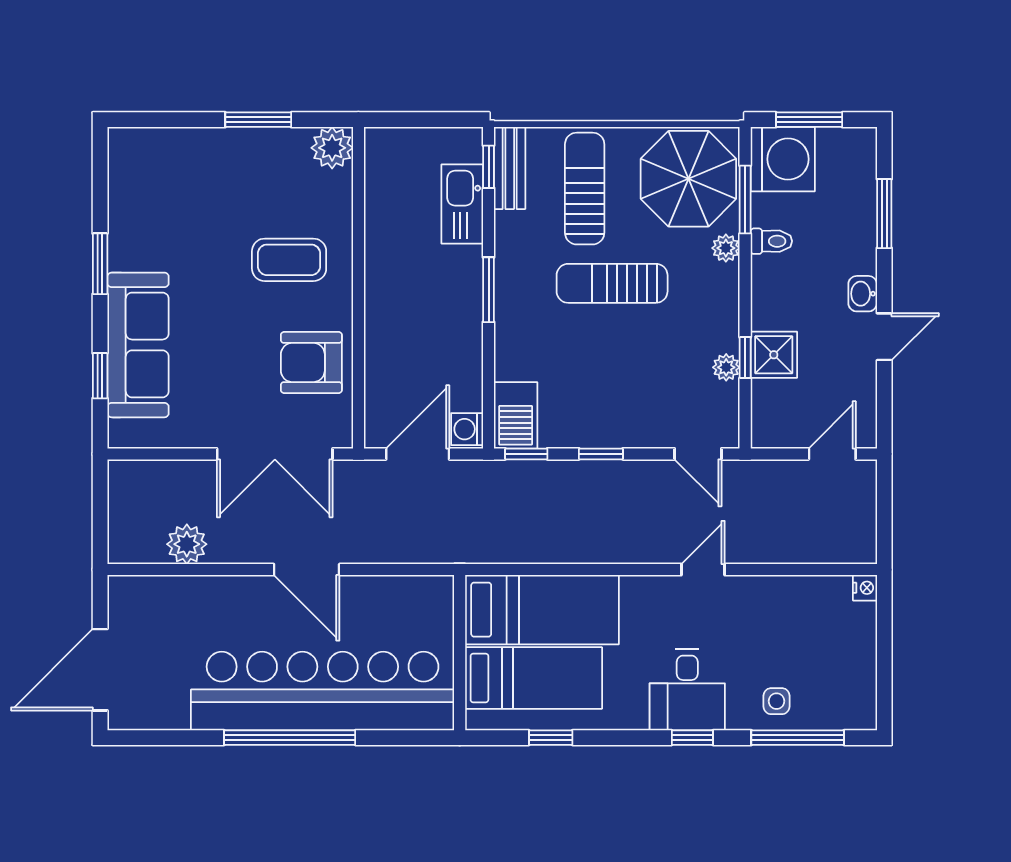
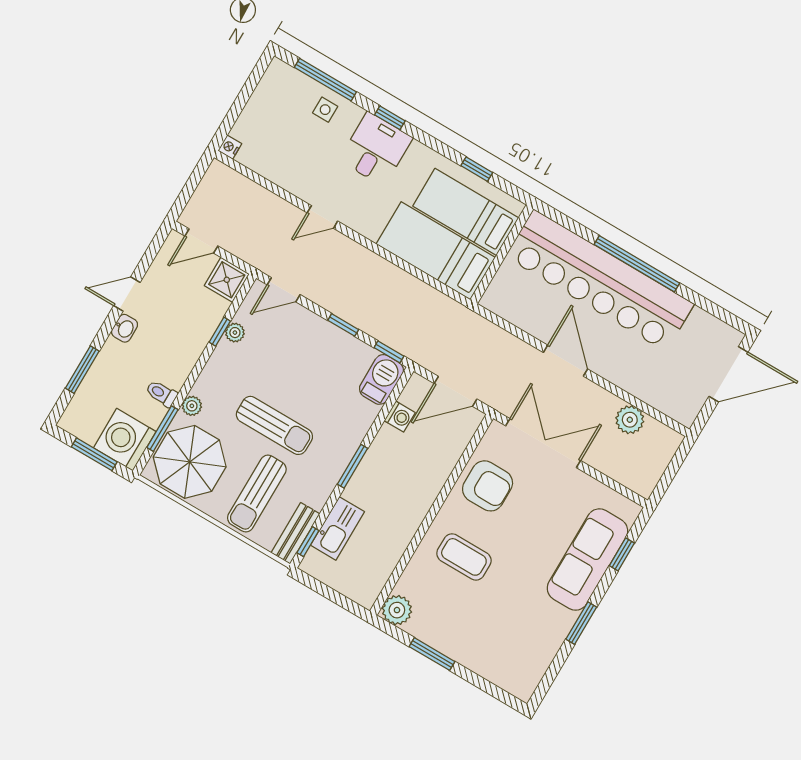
shower: (774, 355) -> (227, 280), moved
washing machine: (467, 429) -> (400, 417), moved
door: (698, 454) -> (284, 290), swing flipped

